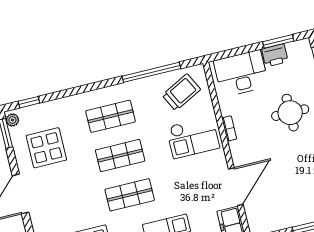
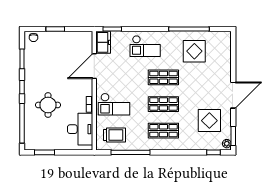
printer: (275, 55) -> (49, 144), removed
desk: (241, 73) -> (80, 129), moved, turned -90
trolley: (181, 92) -> (114, 135), turned -153
checkout: (193, 137) -> (114, 104), turned 180

